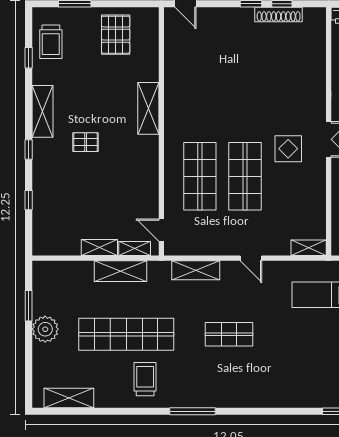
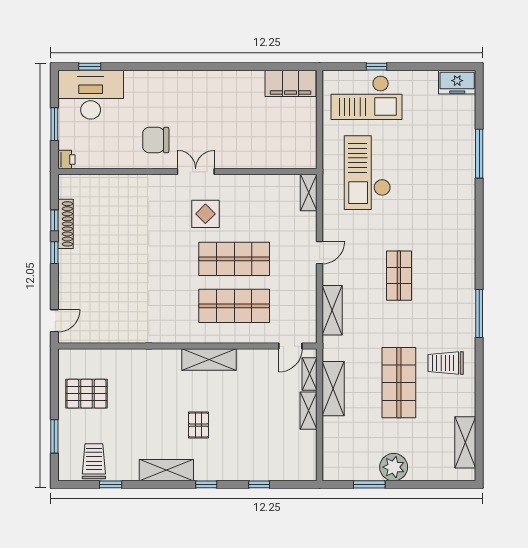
trolley: (51, 42) -> (94, 461), turned -90
shelving: (148, 108) -> (209, 360), moved
shop shelf: (126, 334) -> (399, 383), width x0.71

